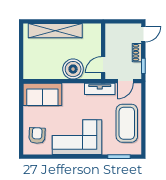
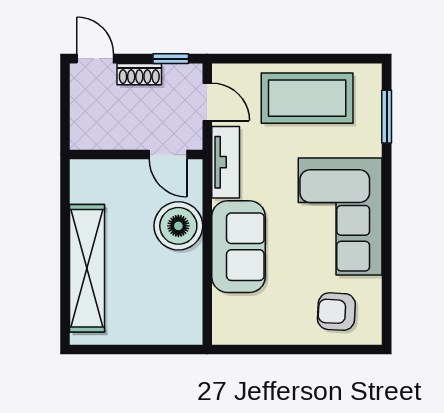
sofa: (42, 94) -> (238, 247), moved

